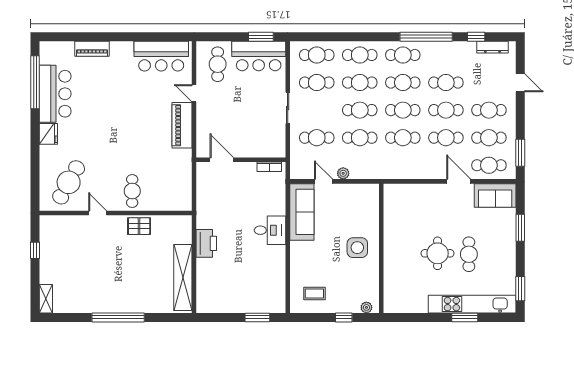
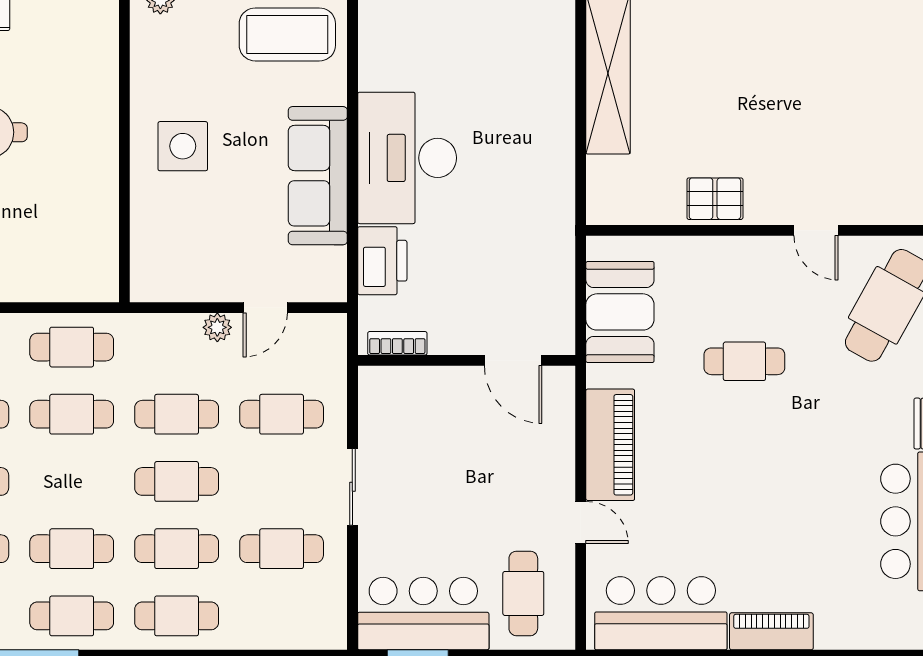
piano: (92, 49) -> (771, 631), moved
cafe table: (317, 55) -> (282, 616), removed
cafe table: (403, 110) -> (72, 347), moved
booth: (178, 180) -> (620, 312), added
door: (323, 181) -> (265, 308), hinge flipped
cafe table: (132, 191) -> (744, 361), moved, turned 90
sofa: (302, 212) -> (318, 176), moved
desk: (270, 230) -> (407, 158), width x1.87, depth x1.30
printer: (206, 243) -> (382, 261), moved, turned 180
coffee table: (314, 293) -> (287, 34), width x1.86, depth x1.72

